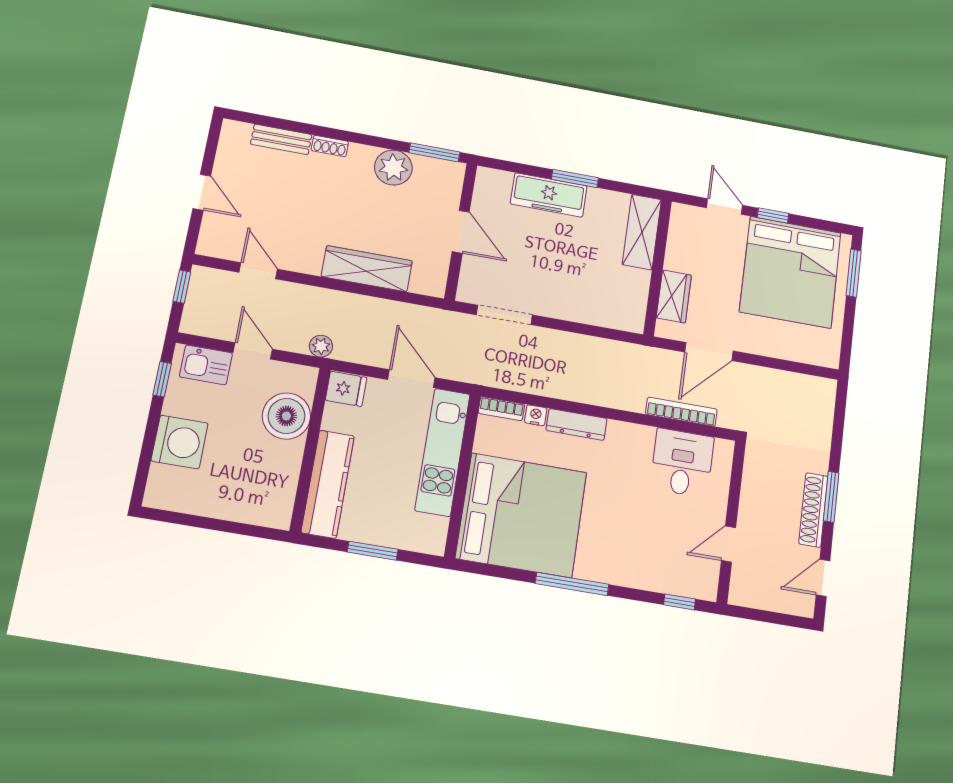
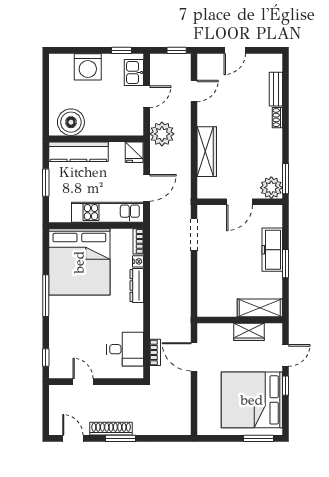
plant: (393, 168) -> (271, 188), moved
wardrobe: (674, 296) -> (249, 332), moved
plant: (321, 346) -> (162, 134), width x1.88, depth x1.88
bookcase: (681, 412) -> (155, 352), width x0.64
boiler: (286, 416) -> (71, 122), moved

